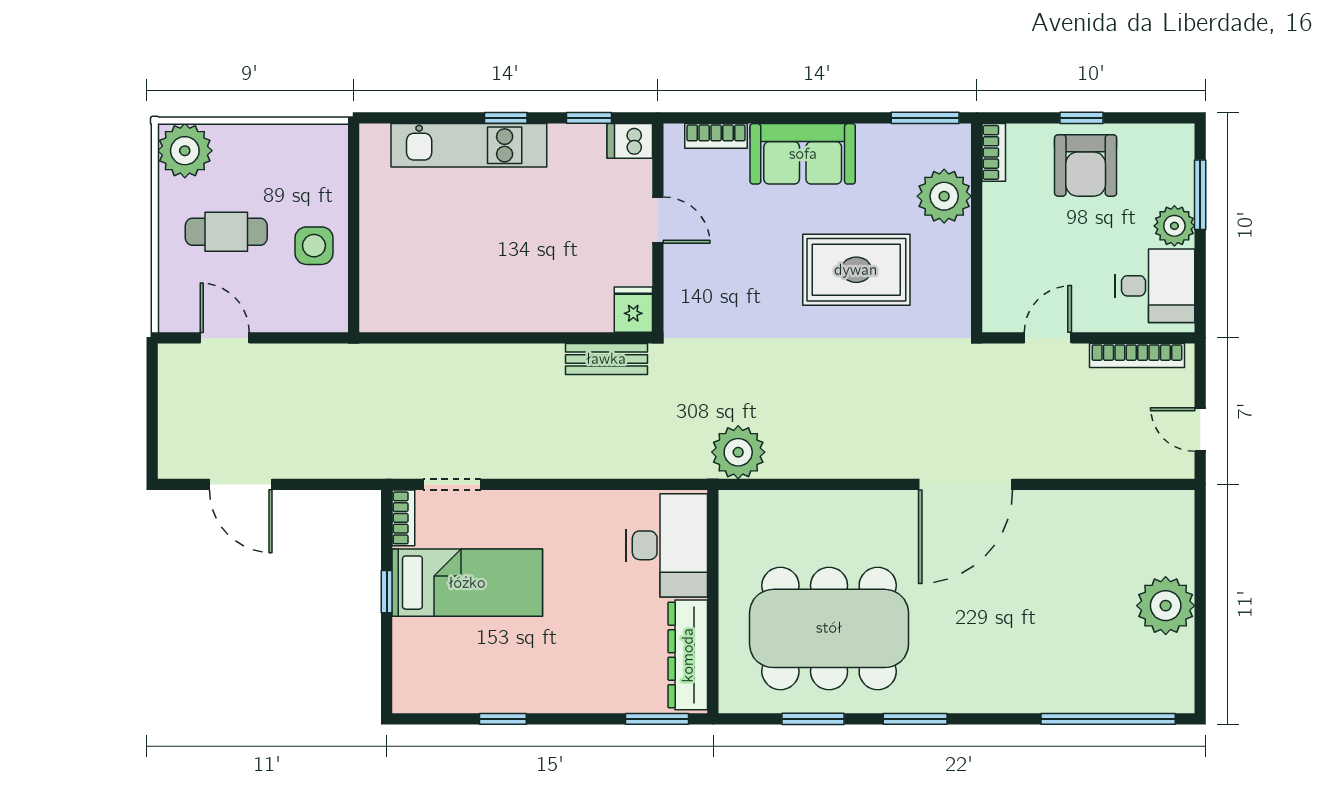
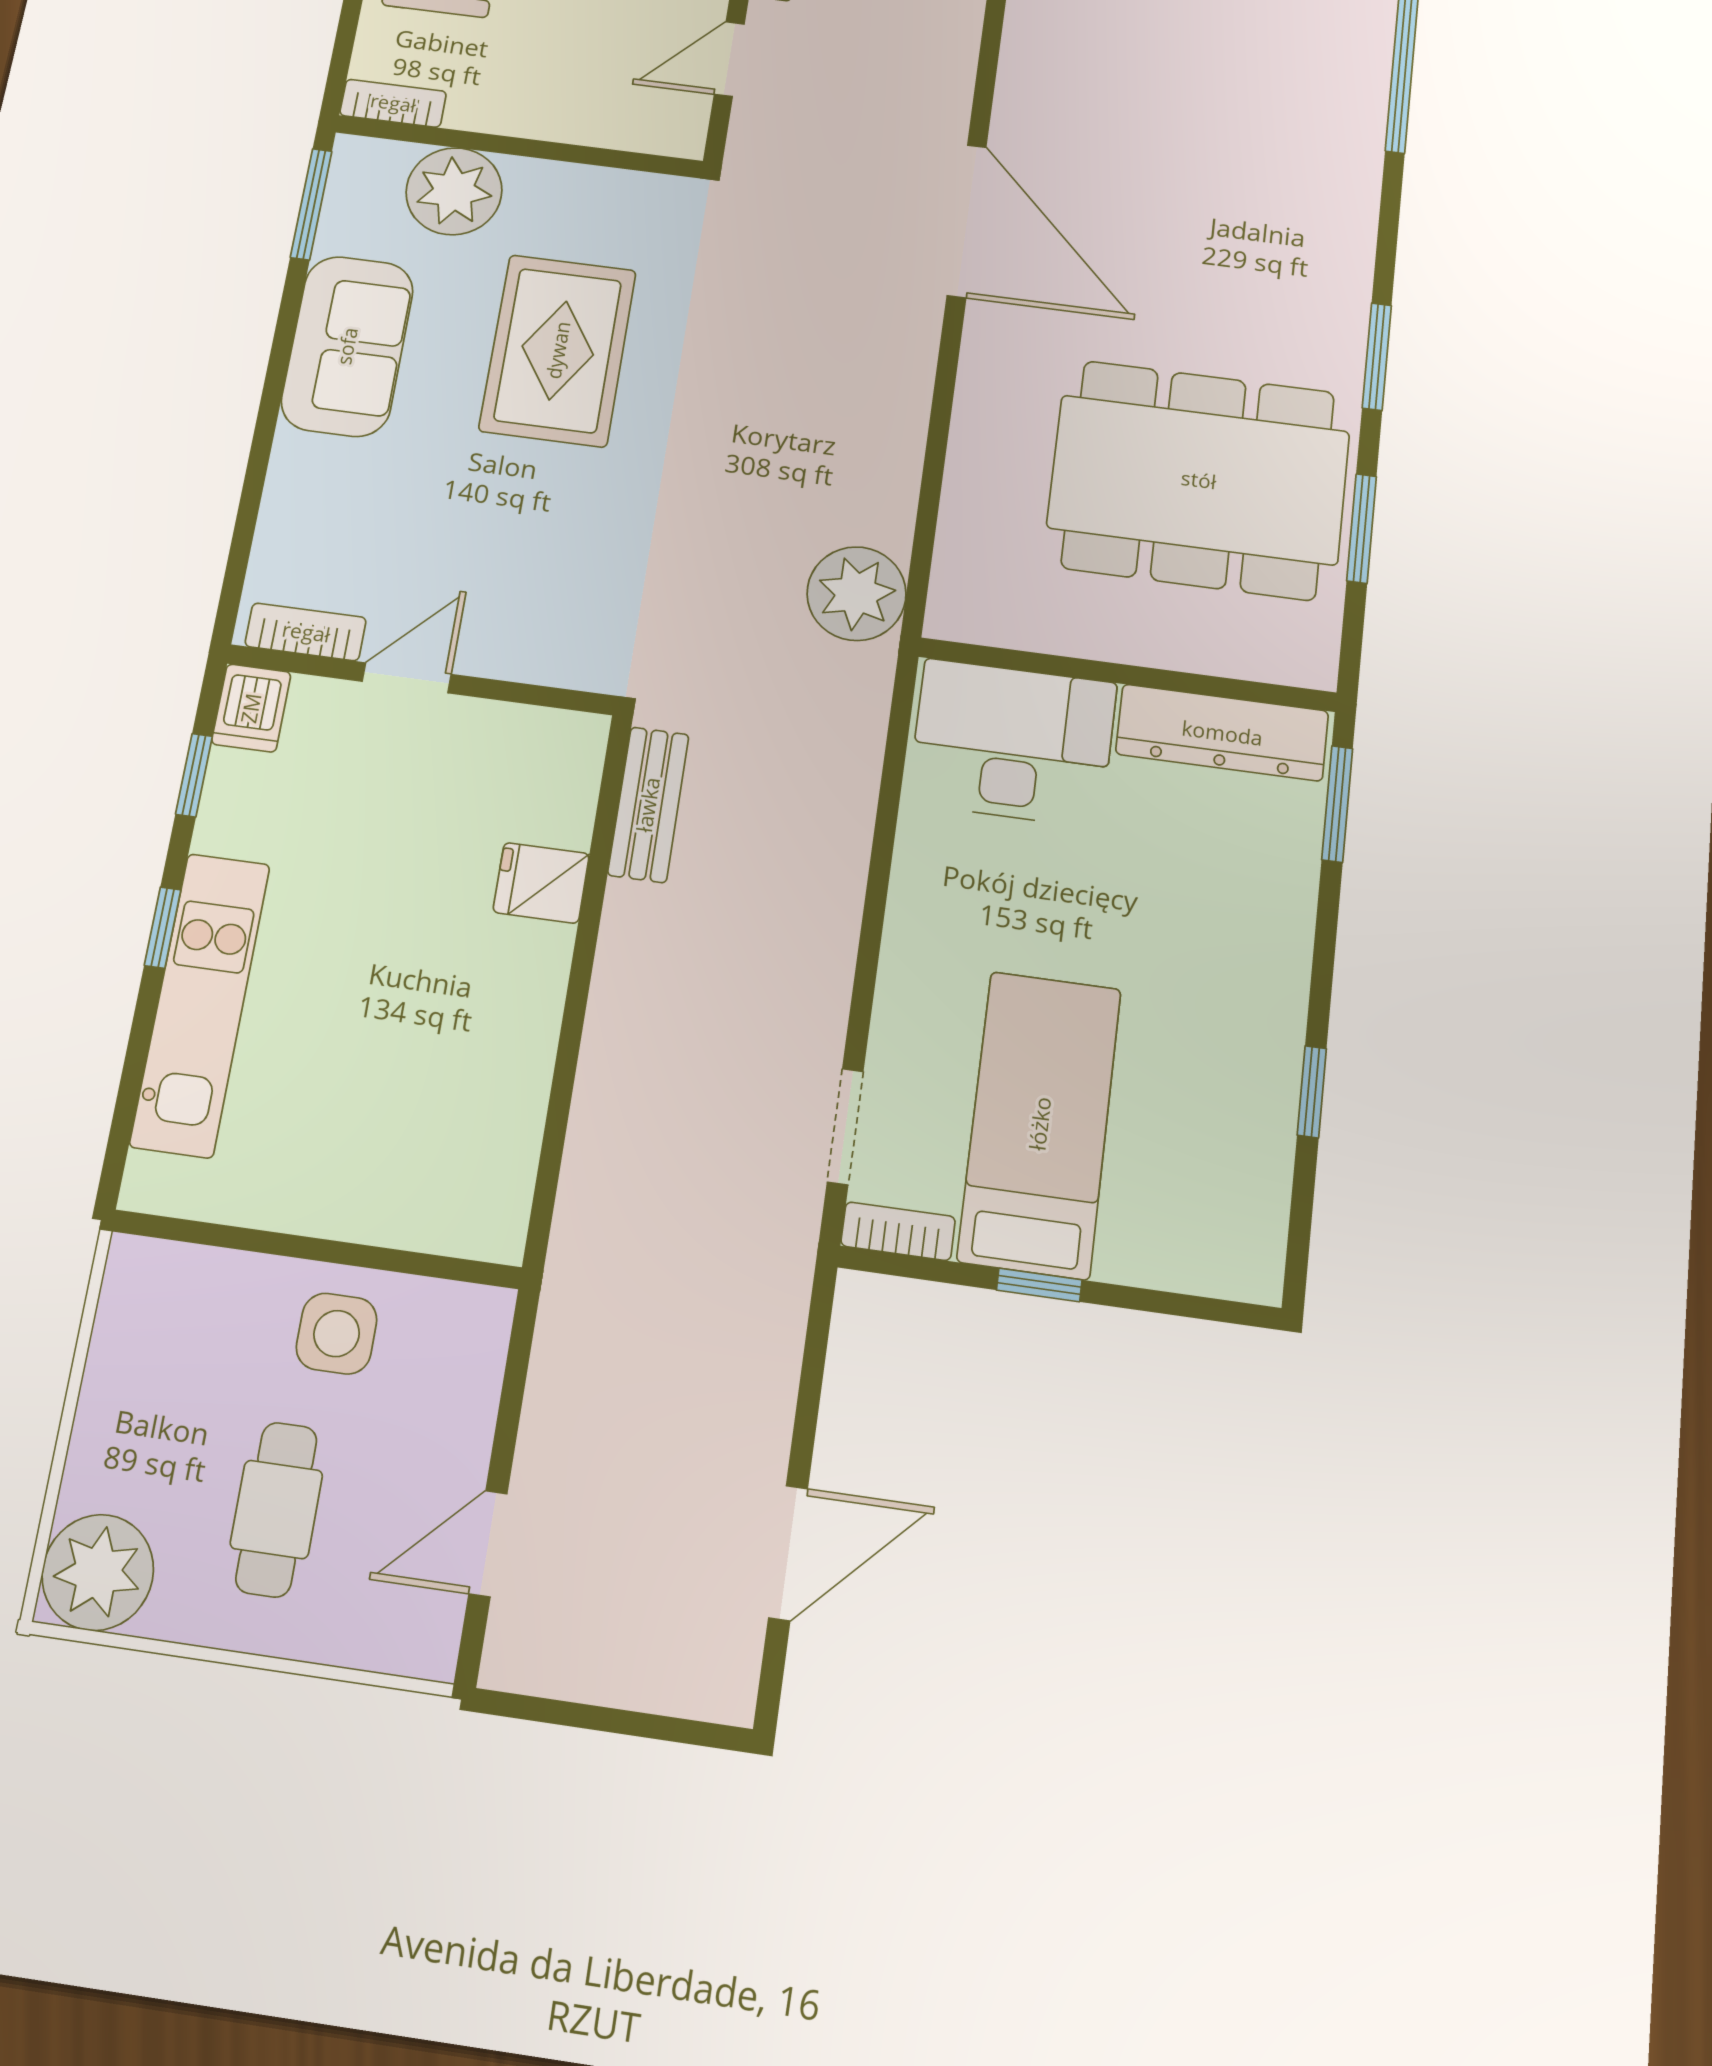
bookcase: (716, 136) -> (306, 632), moved, turned -90
sofa: (803, 154) -> (347, 346), moved
fridge: (633, 310) -> (541, 883), moved
door: (1048, 338) -> (729, 59), hinge flipped
dining table: (829, 628) -> (1199, 480), turned 90

